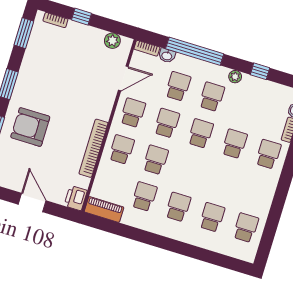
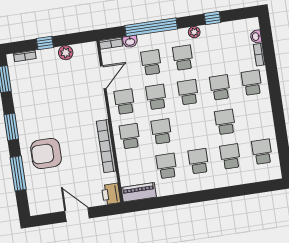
plant: (112, 41) -> (66, 53), moved
school desk: (223, 181) -> (225, 122), added

